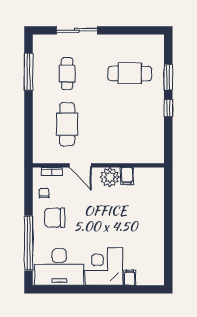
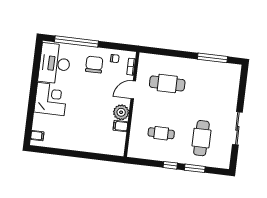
sliding door: (77, 30) -> (237, 128), moved
cafe table: (67, 74) -> (161, 133), moved
filing cabinet: (130, 278) -> (37, 136), moved

